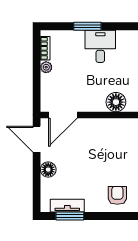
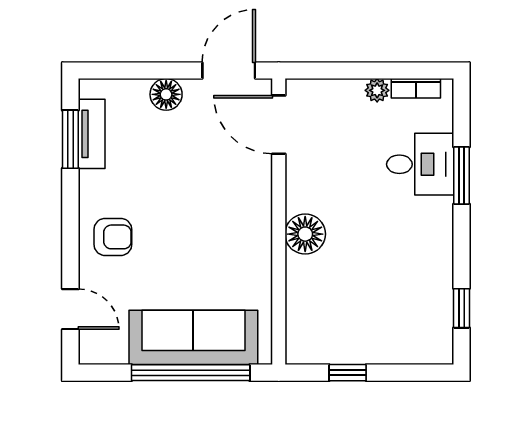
desk: (100, 46) -> (420, 164), moved

